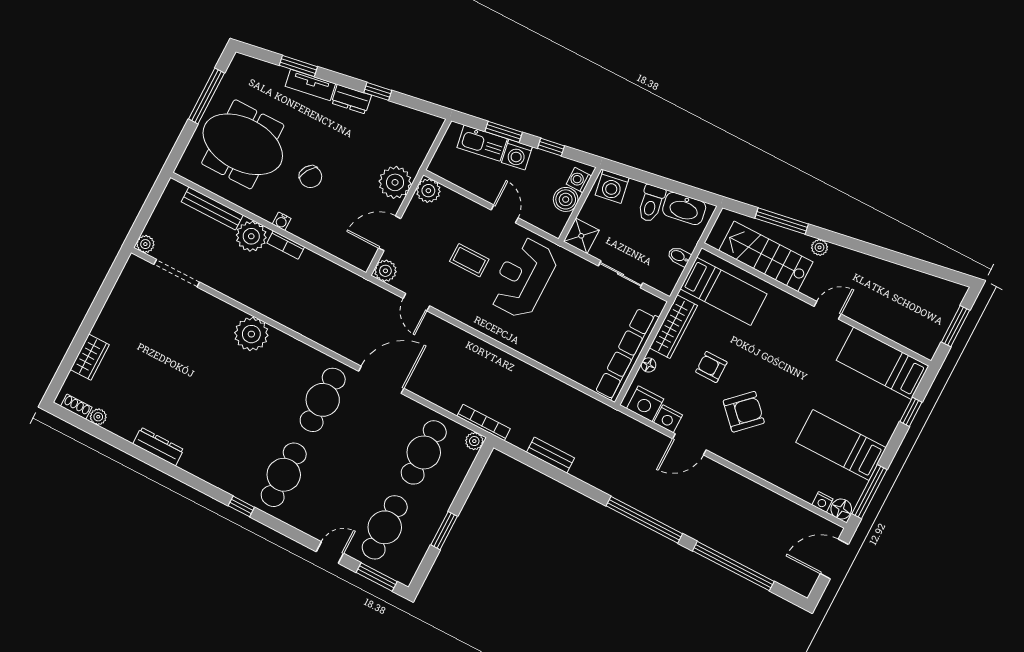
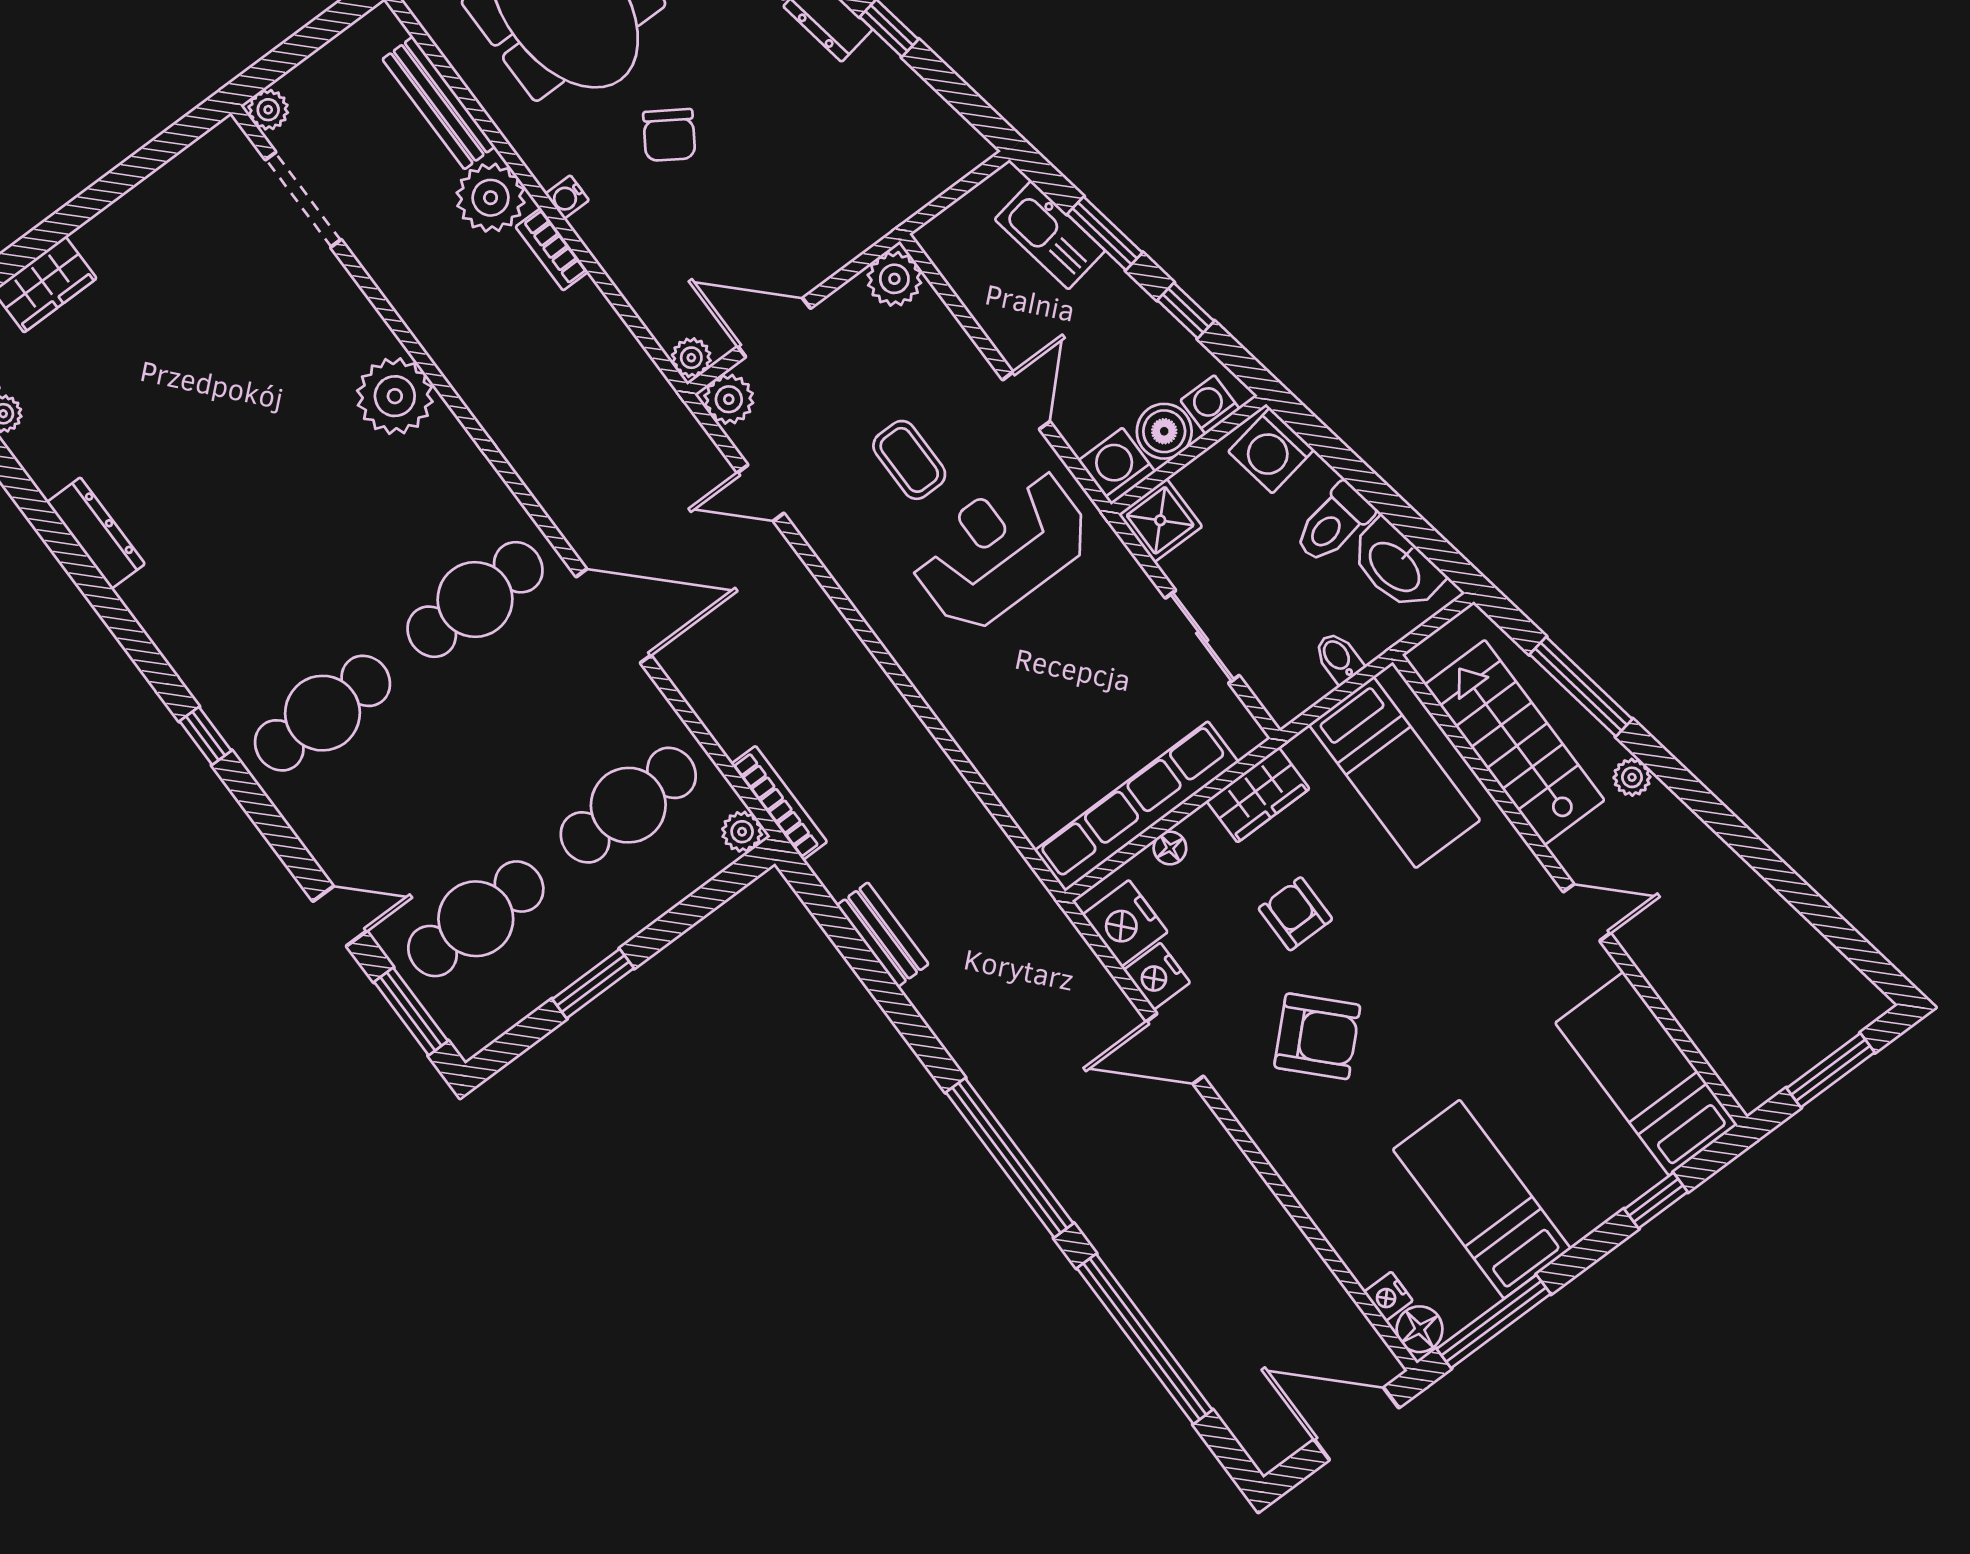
washing machine: (517, 155) -> (1117, 466), moved, turned 100
plant: (395, 182) -> (691, 358), moved, width x0.53, depth x0.53
door: (416, 302) -> (761, 493), hinge flipped
wardrobe: (673, 327) -> (1258, 795), width x0.67

